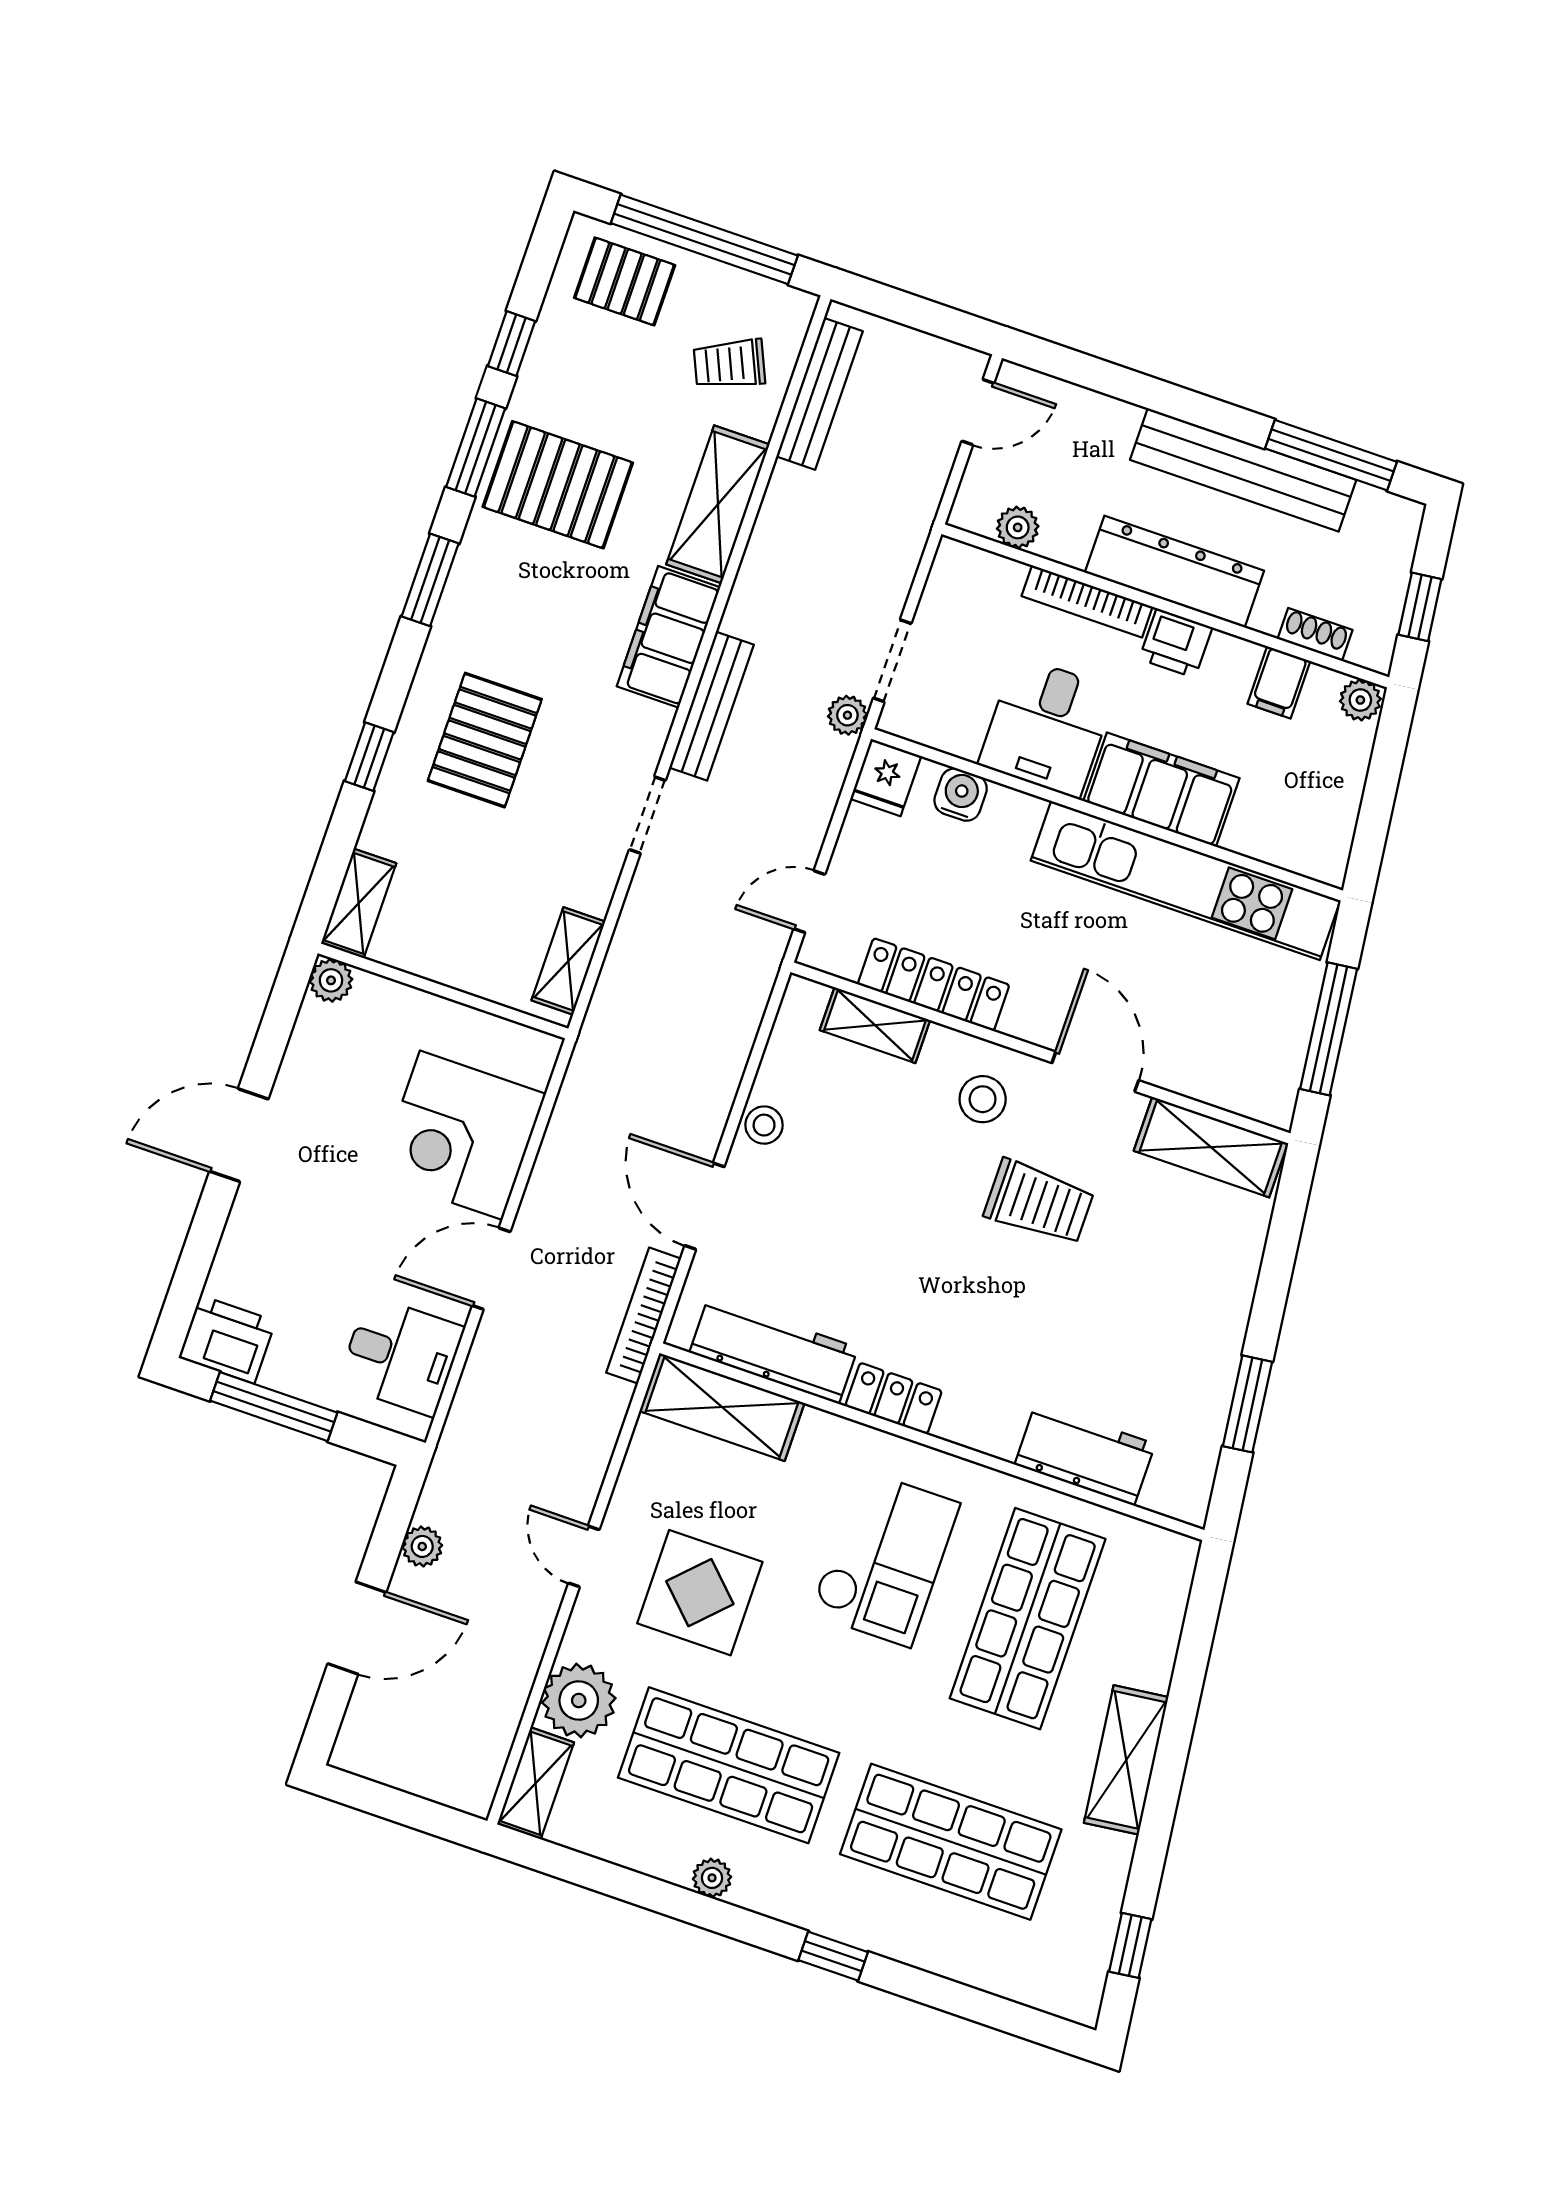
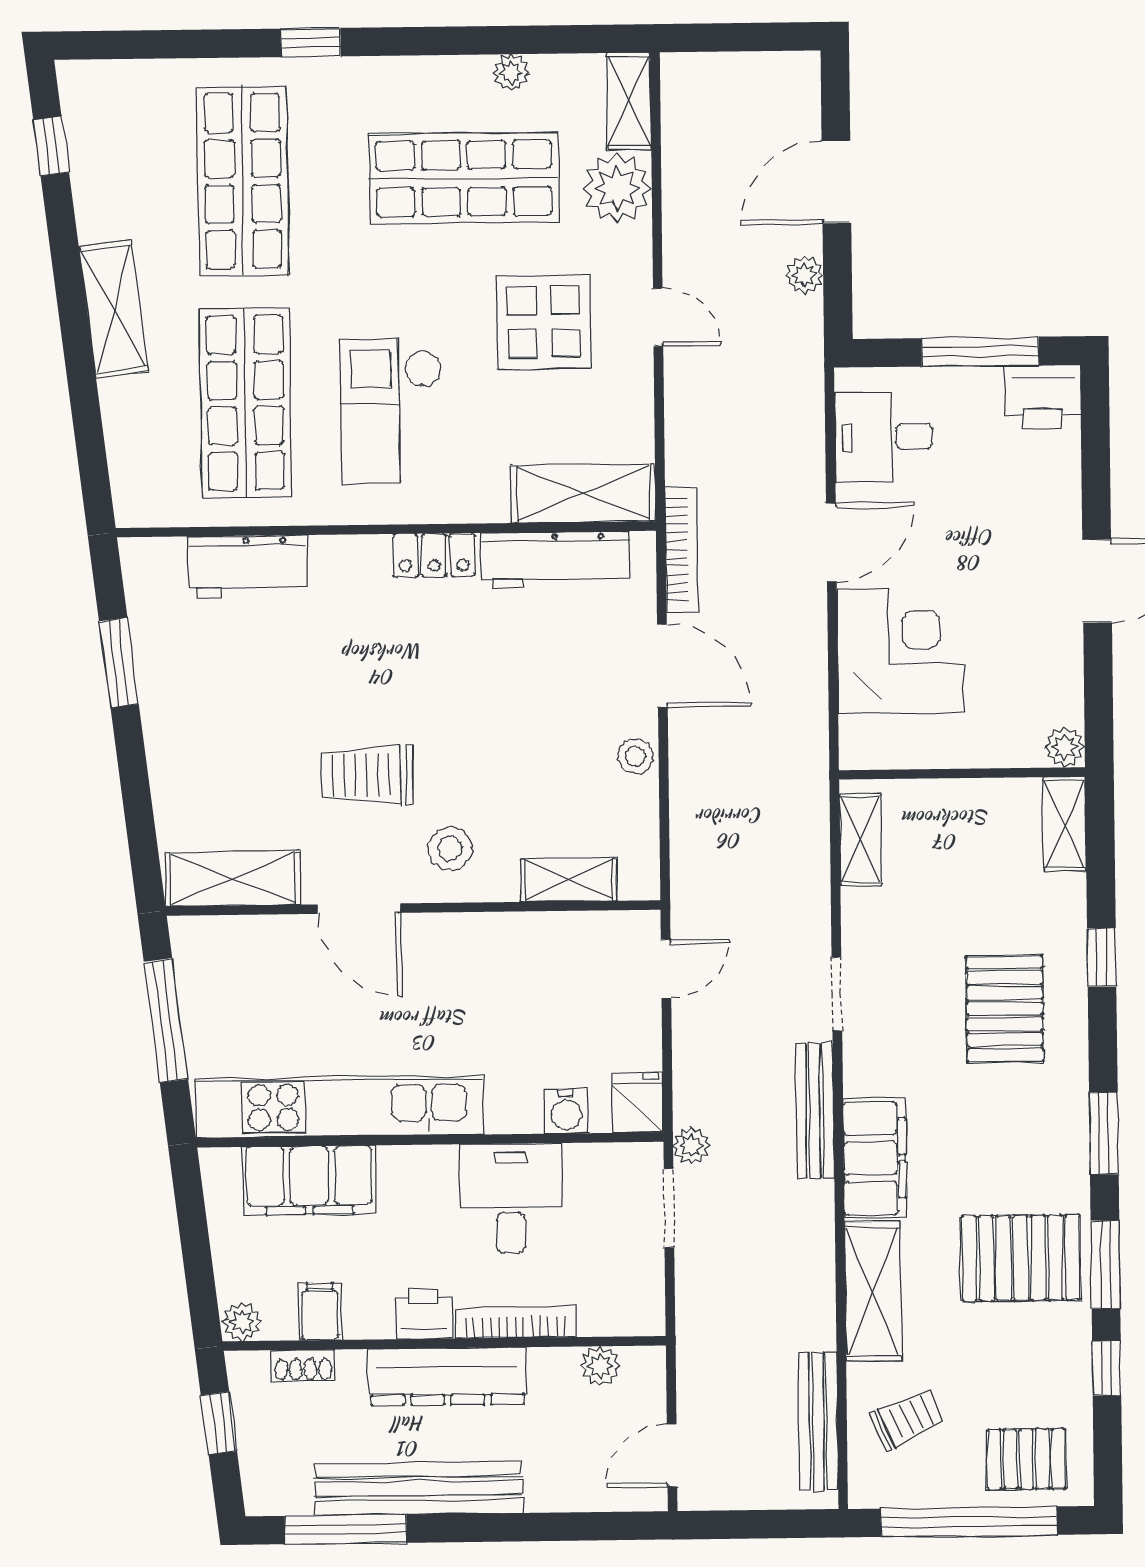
filing cabinet: (1161, 790) -> (309, 1180), moved
locker: (934, 985) -> (530, 934), removed
shop shelf: (951, 1842) -> (243, 181), turned 90
plant: (712, 1878) -> (511, 72), moved

